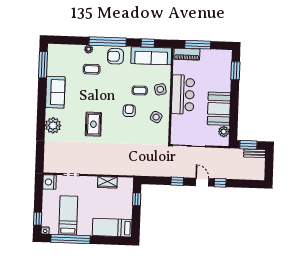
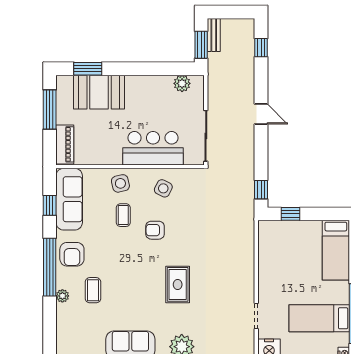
window: (198, 45) -> (50, 109), moved
bar counter: (183, 94) -> (153, 148), moved
booth: (219, 109) -> (99, 92), moved
rug: (93, 124) -> (178, 284), turned 90
window: (177, 181) -> (261, 190), moved
wardrobe: (107, 182) -> (266, 260), removed
door: (202, 182) -> (261, 114), swing flipped
window: (220, 183) -> (261, 48), moved

